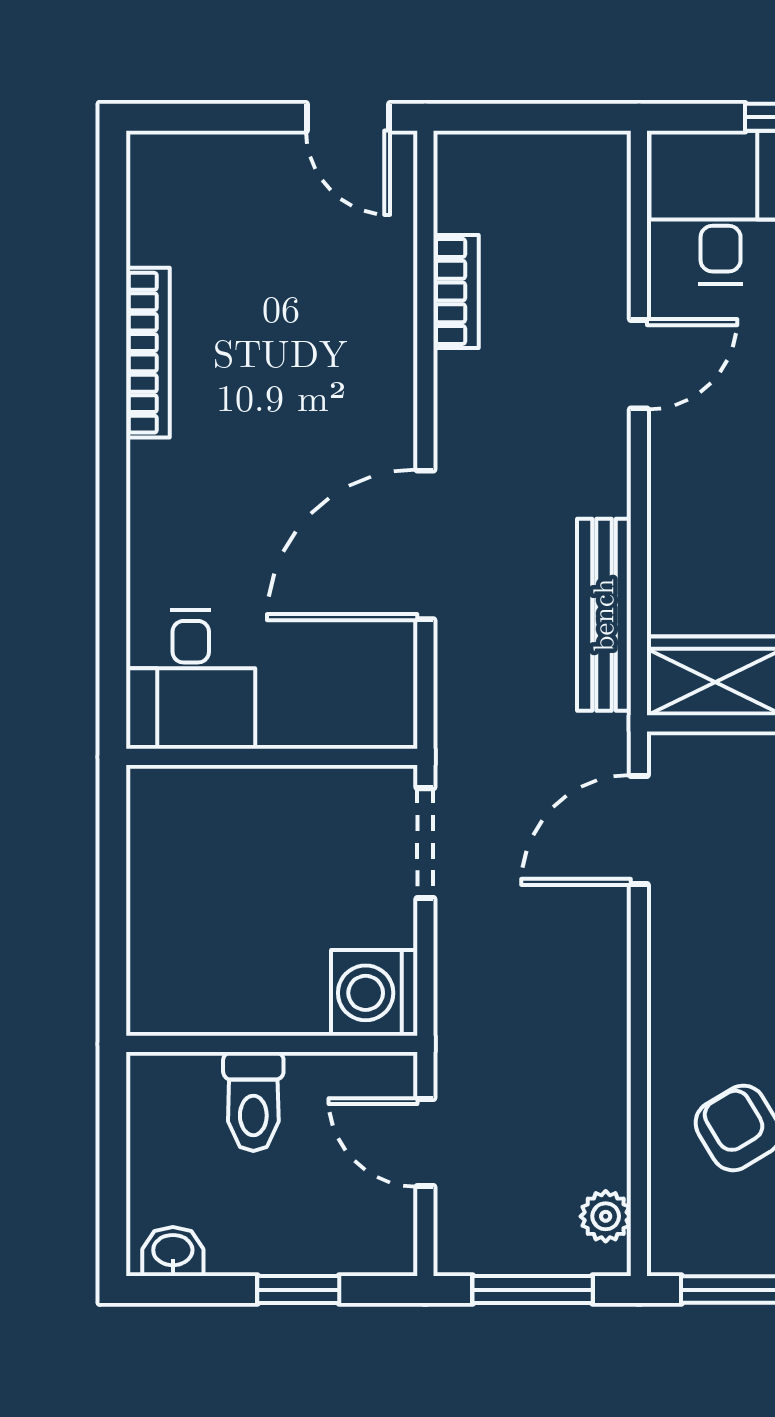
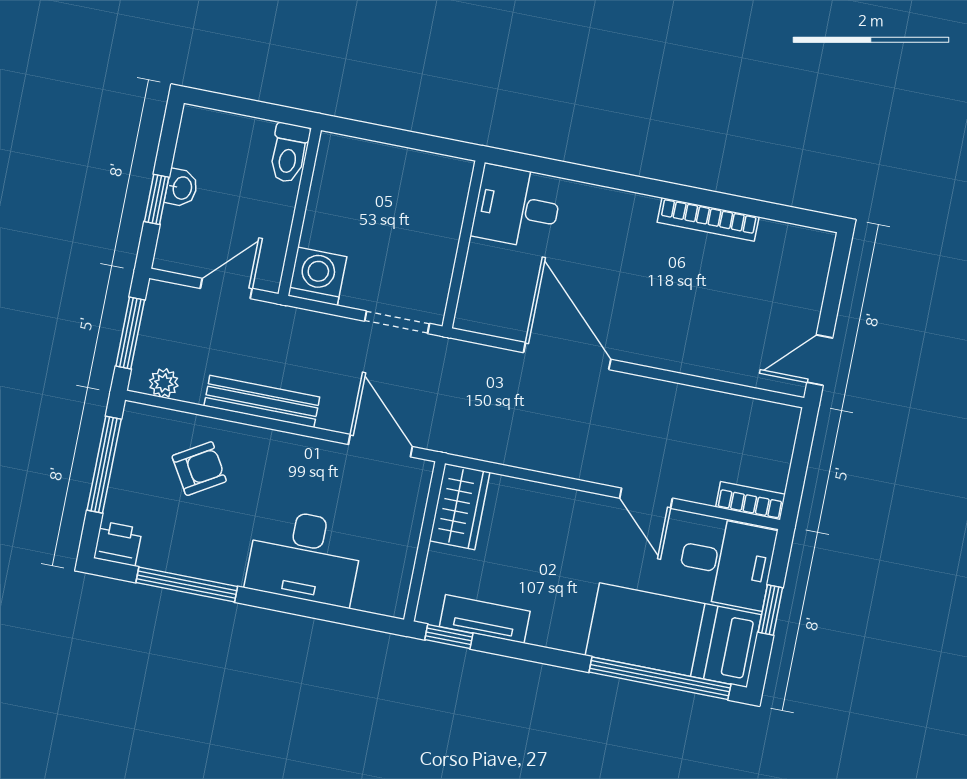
bookcase: (456, 291) -> (750, 501), moved, turned 180
bench: (604, 615) -> (262, 401), moved
toilet: (253, 1102) -> (289, 153), moved, turned -90
washbasin: (173, 1252) -> (181, 188), moved

